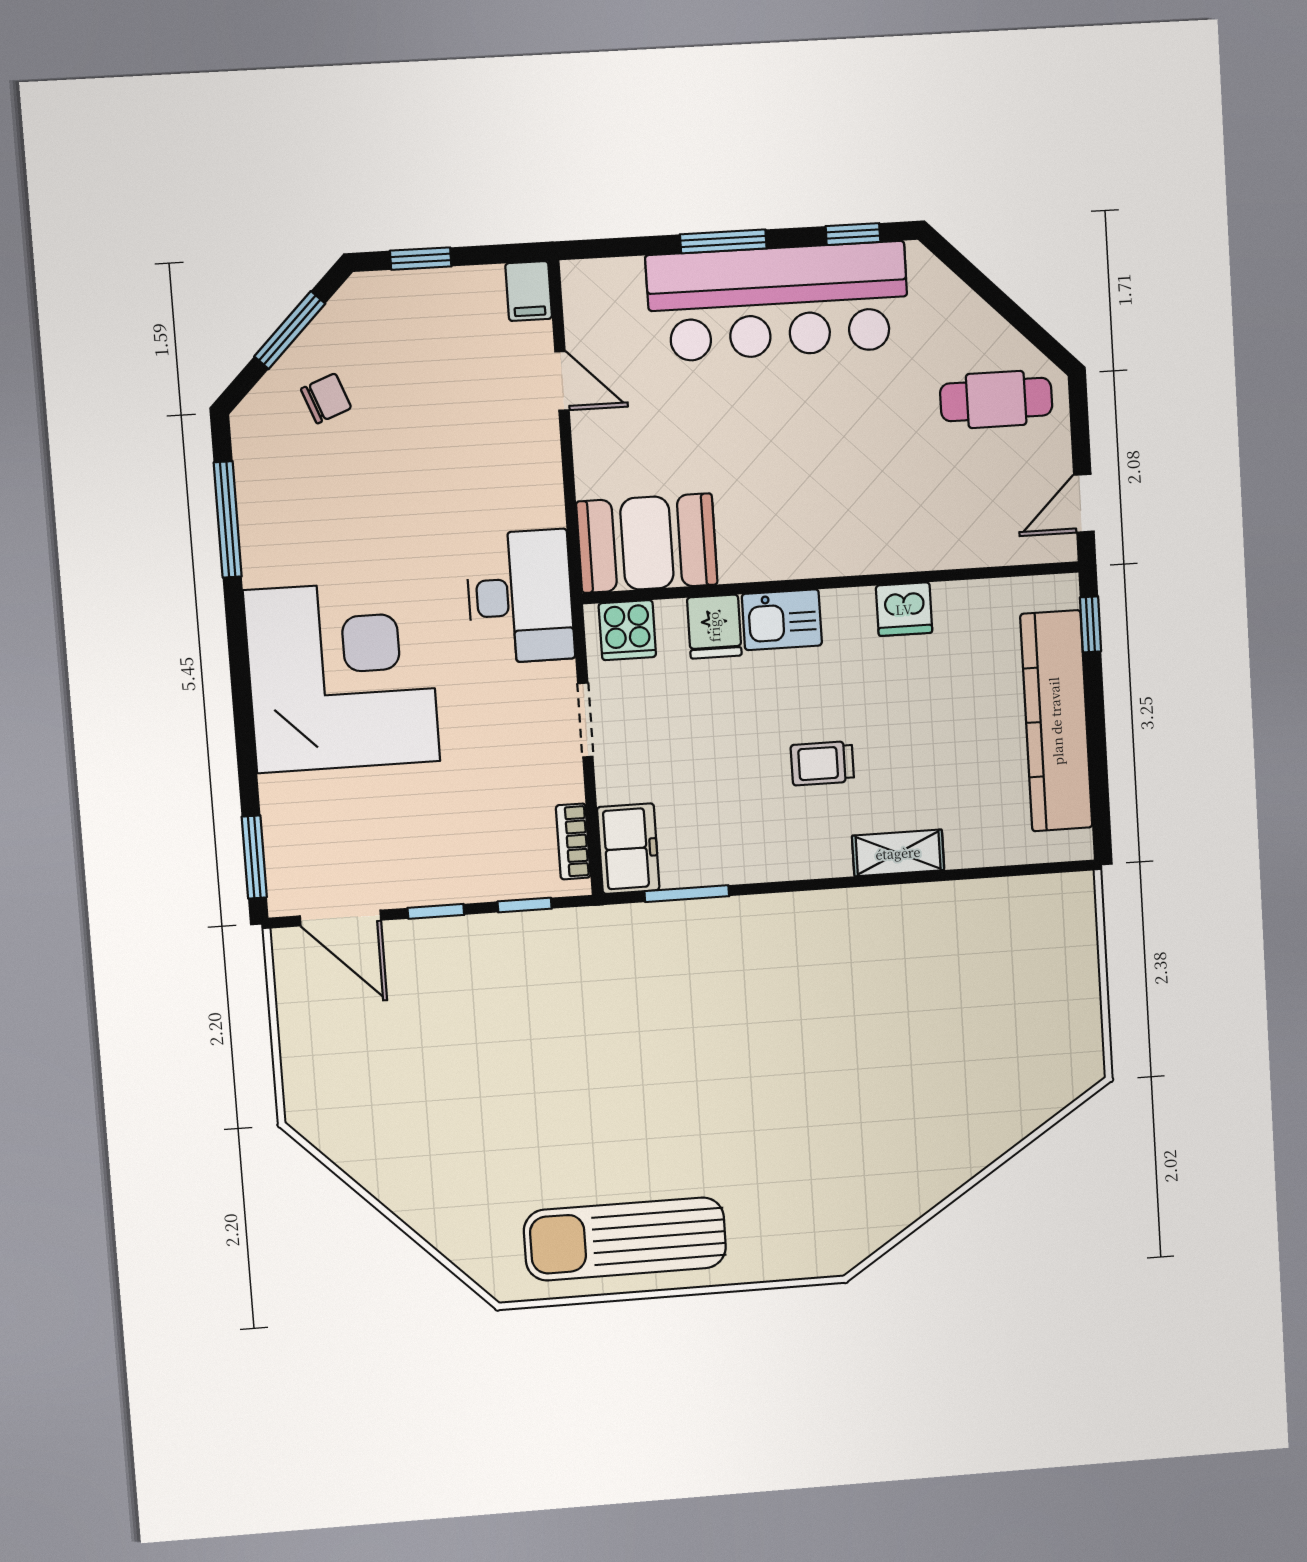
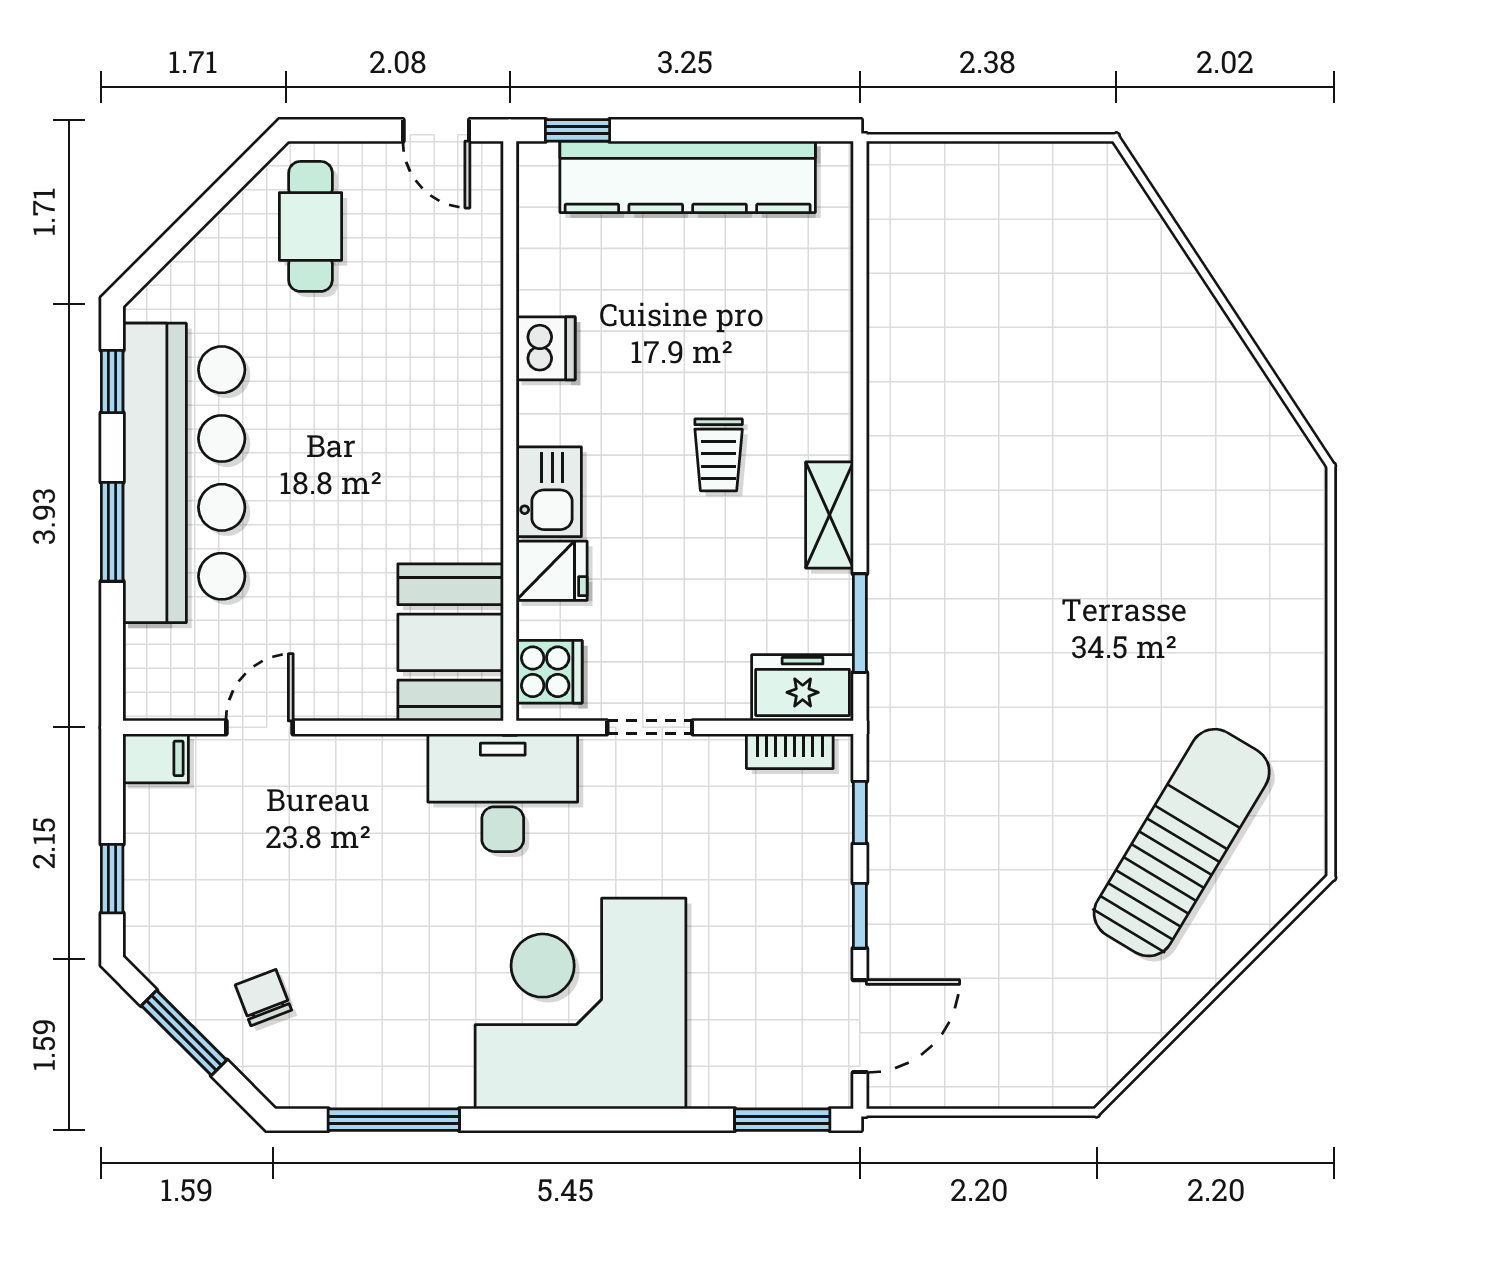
shelving: (898, 853) -> (830, 515), moved
sun lounger: (625, 1239) -> (1182, 843), moved, turned -149

